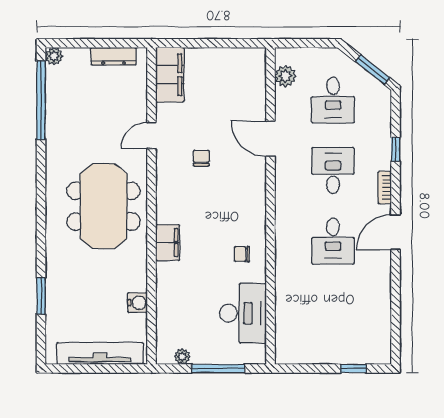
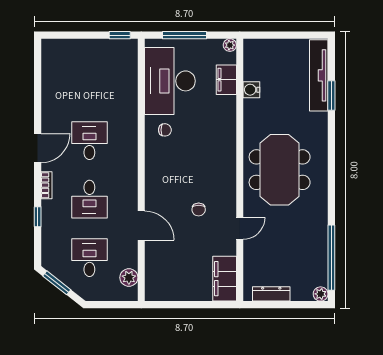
filing cabinet: (168, 243) -> (226, 80), moved
desk: (243, 313) -> (170, 81), width x1.36, depth x1.30
tv unit: (100, 353) -> (319, 75), moved, turned 90
plant: (182, 357) -> (230, 45), moved
window: (353, 369) -> (120, 35), moved

